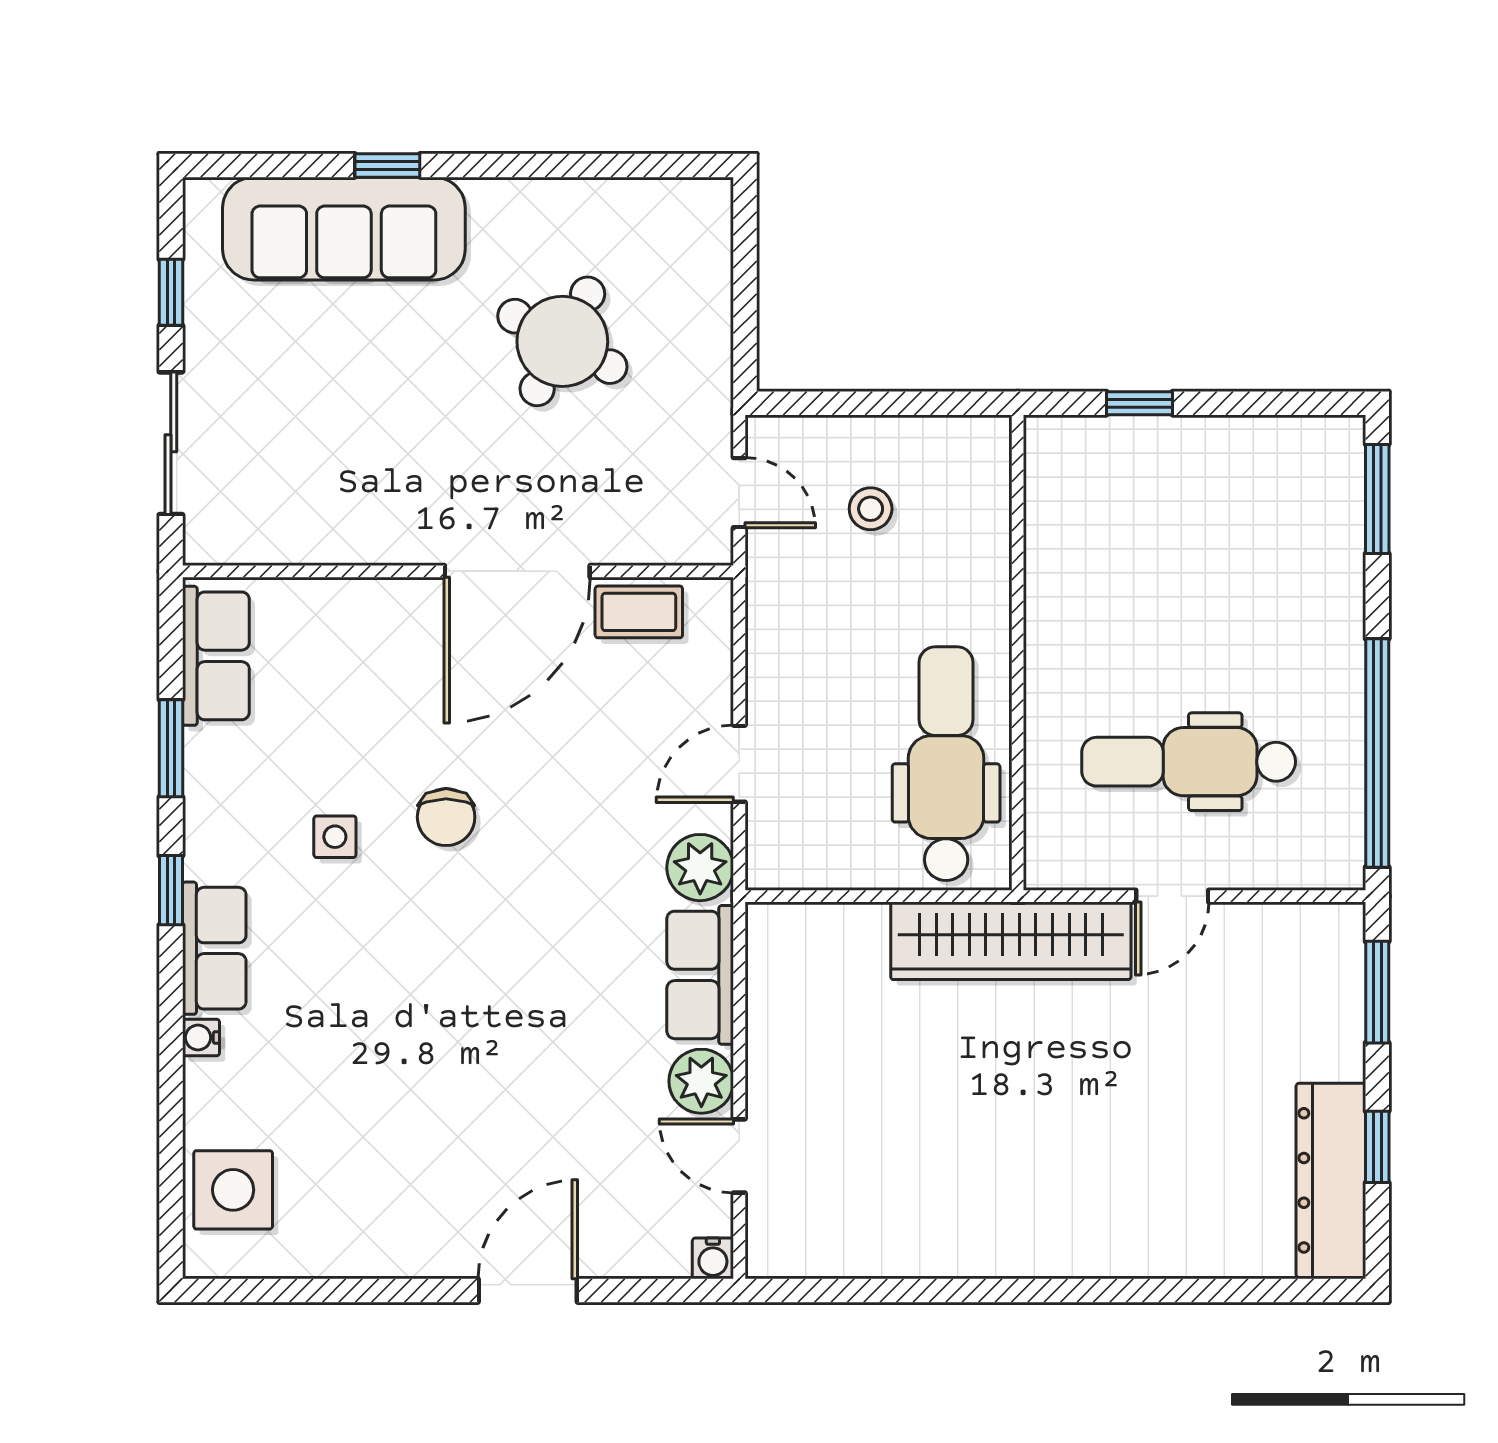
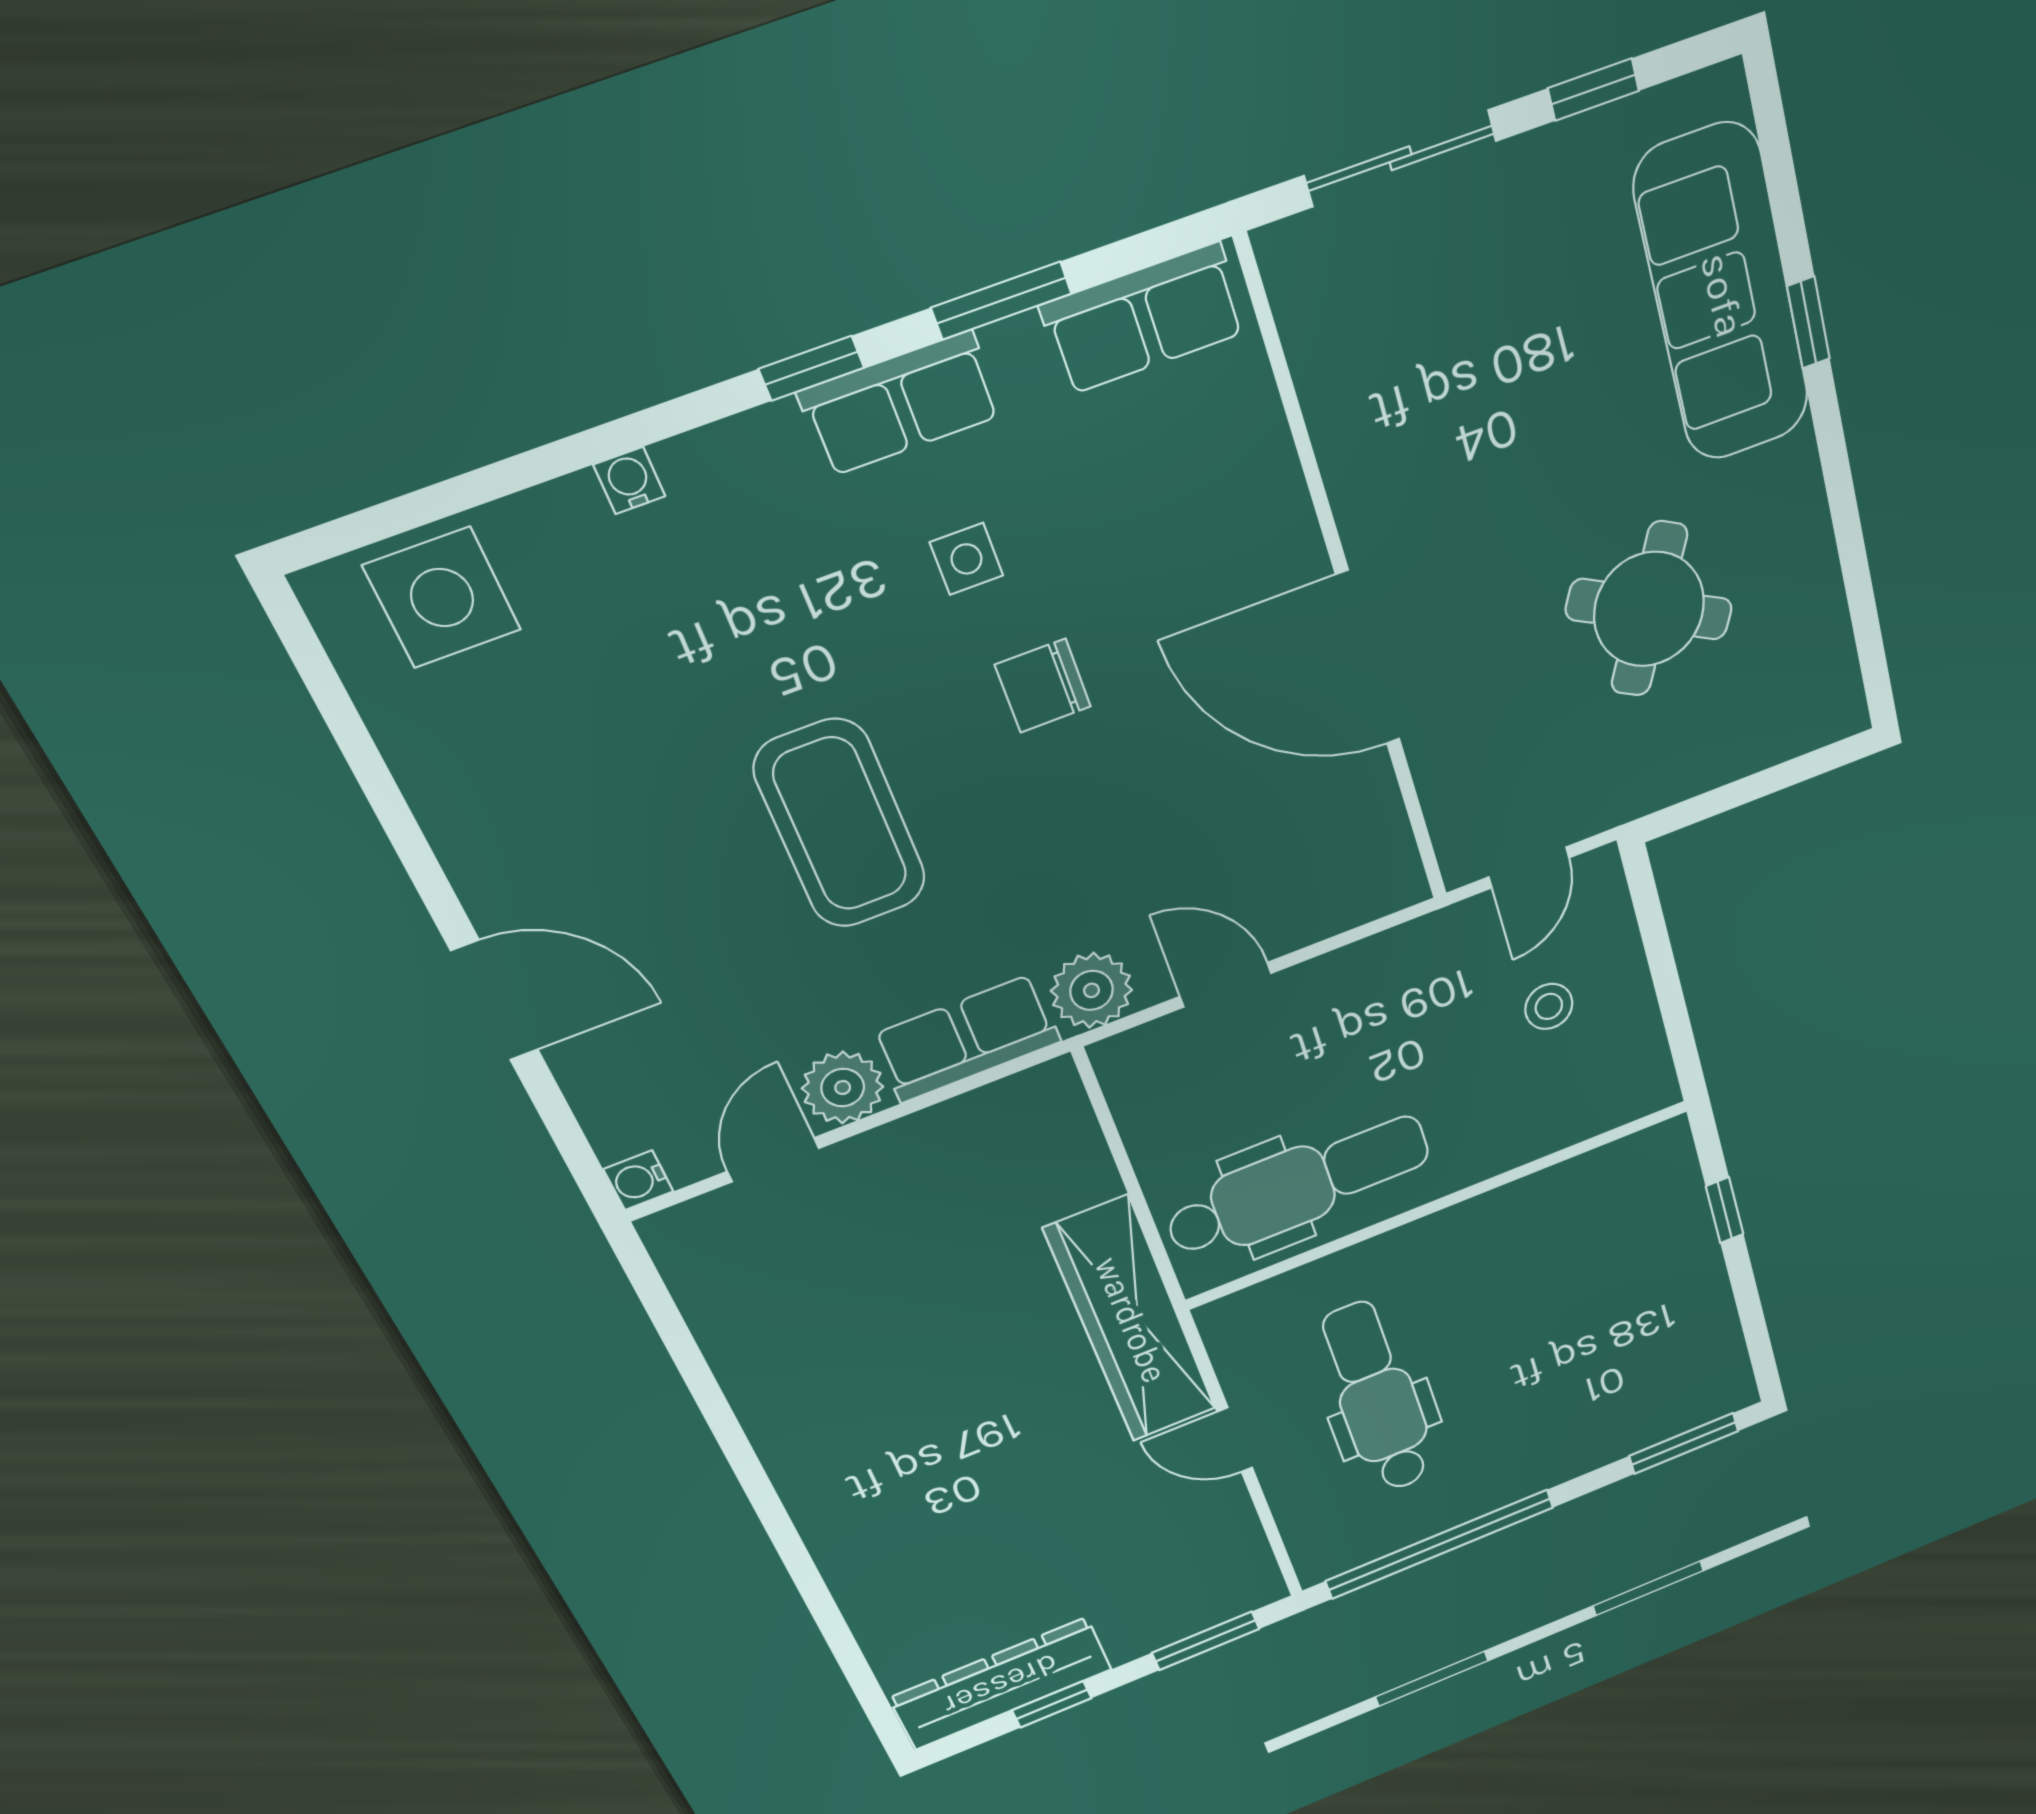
coffee table: (639, 612) -> (840, 824), moved, width x1.86, depth x1.72
row of seats: (214, 948) -> (900, 404), moved

